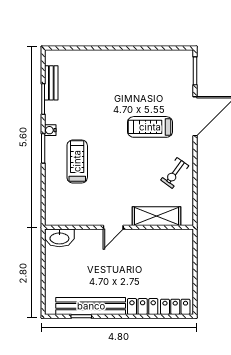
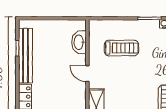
treadmill: (77, 161) -> (121, 48), moved
washbasin: (59, 238) -> (79, 42), moved

